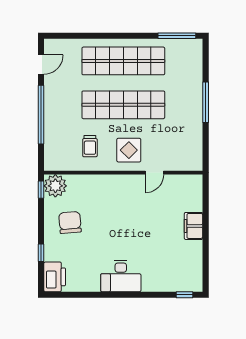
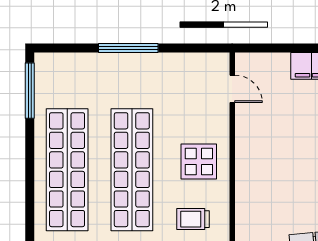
trolley: (90, 146) -> (193, 219), turned 180
door: (154, 173) -> (232, 89), moved

